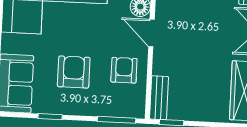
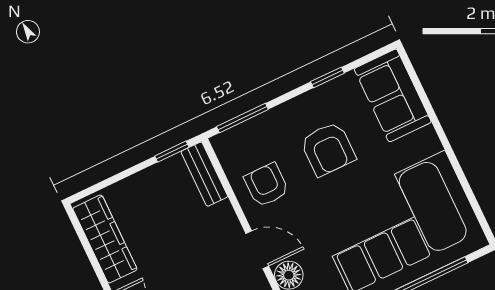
armchair: (124, 70) -> (266, 185), turned 180

